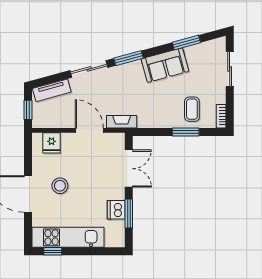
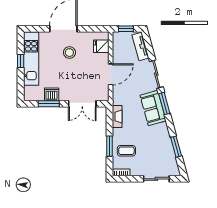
sofa: (165, 65) -> (153, 108), moved
fireplace: (122, 122) -> (117, 117), moved
window: (53, 251) -> (21, 61), moved

